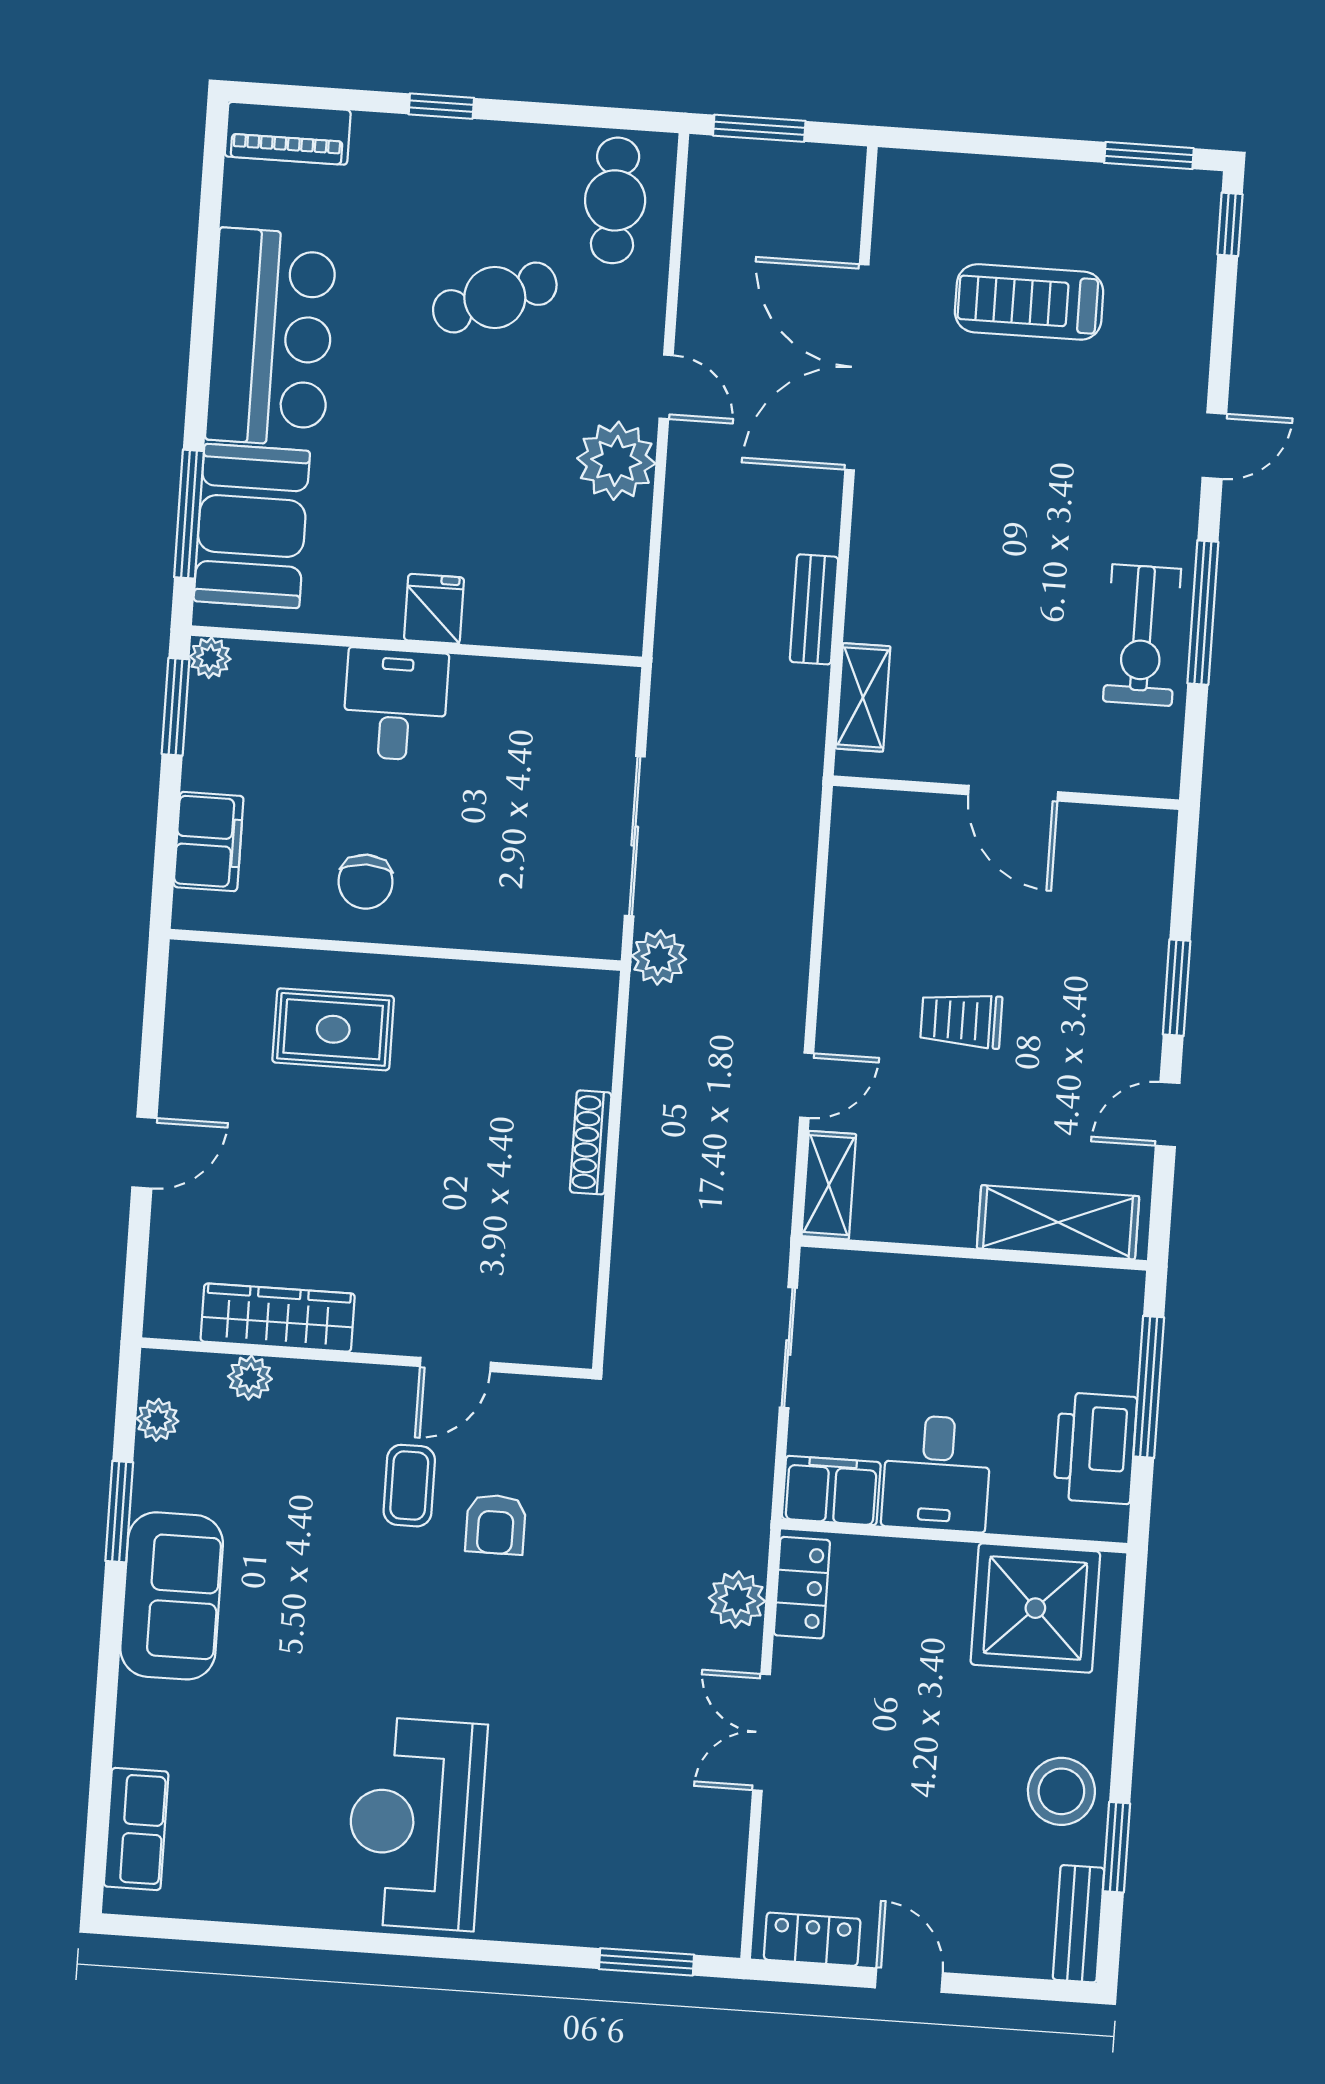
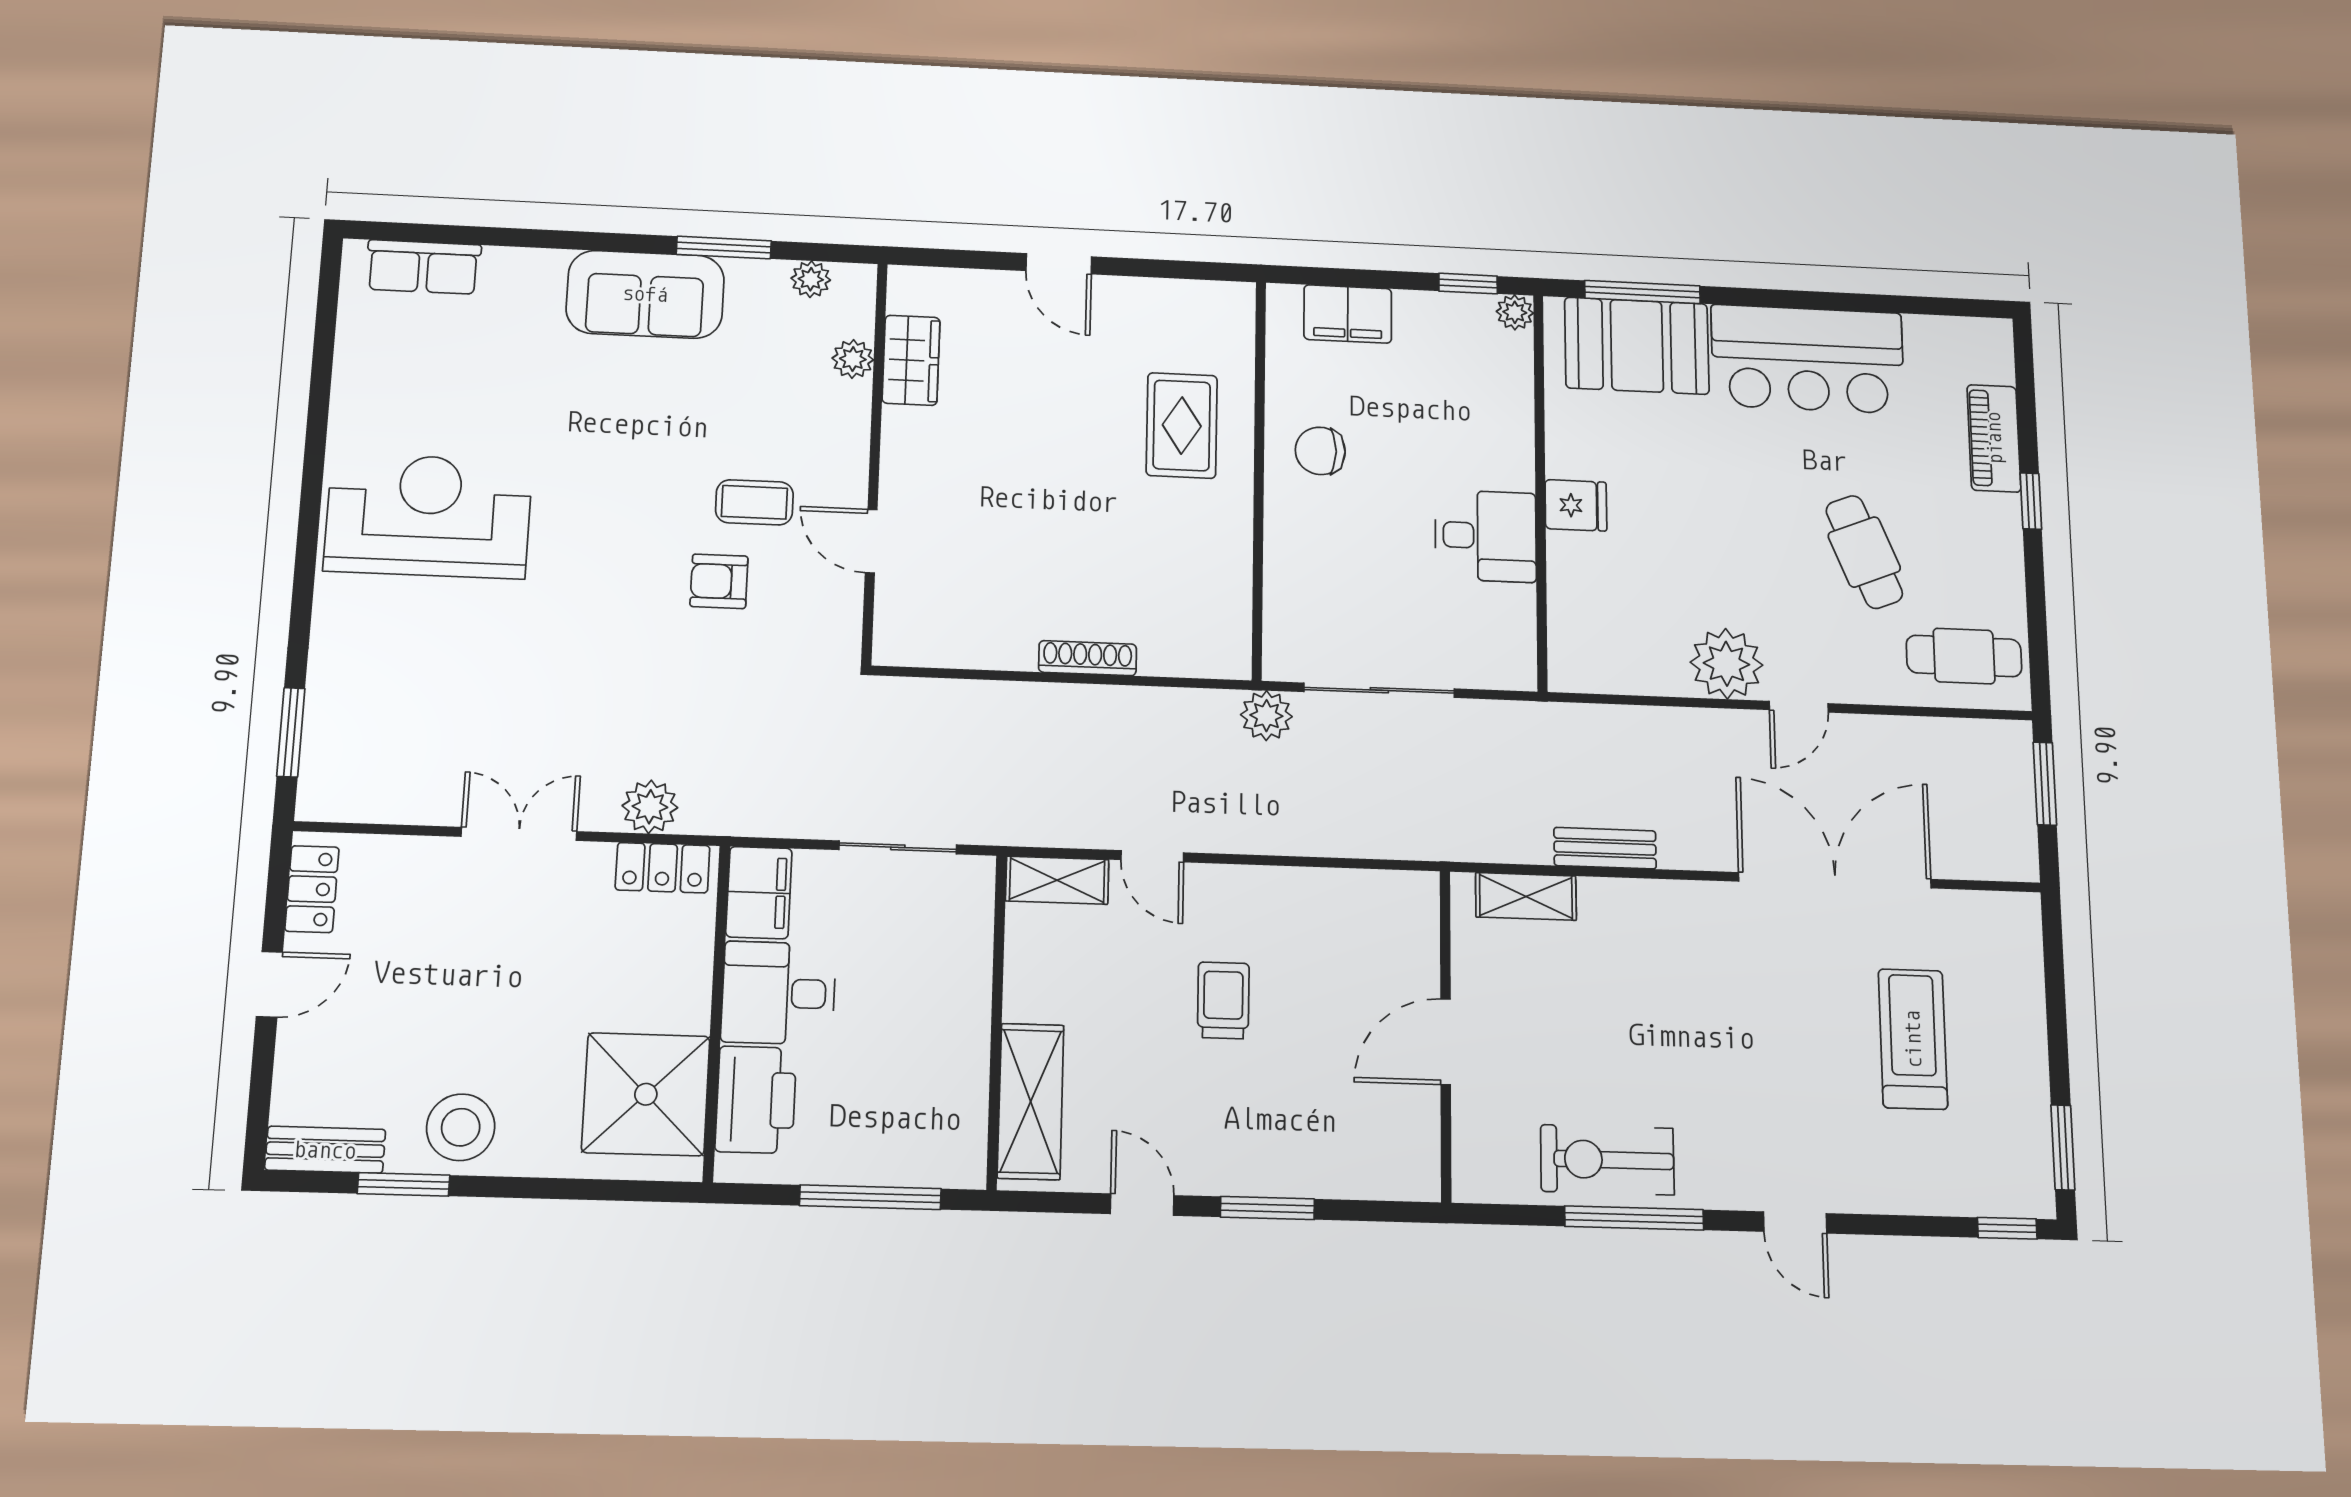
piano: (288, 133) -> (1994, 438), moved
desk: (395, 705) -> (1486, 536), moved
window: (176, 707) -> (1468, 284), width x0.67
wardrobe: (278, 1318) -> (911, 360), width x0.67
printer: (1095, 1448) -> (756, 1100), moved, turned 90

